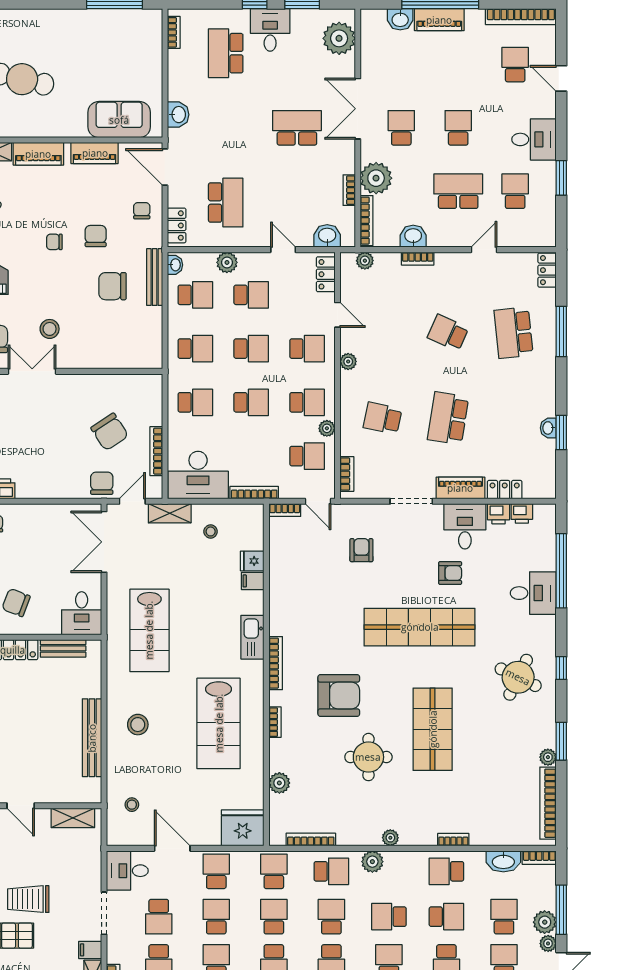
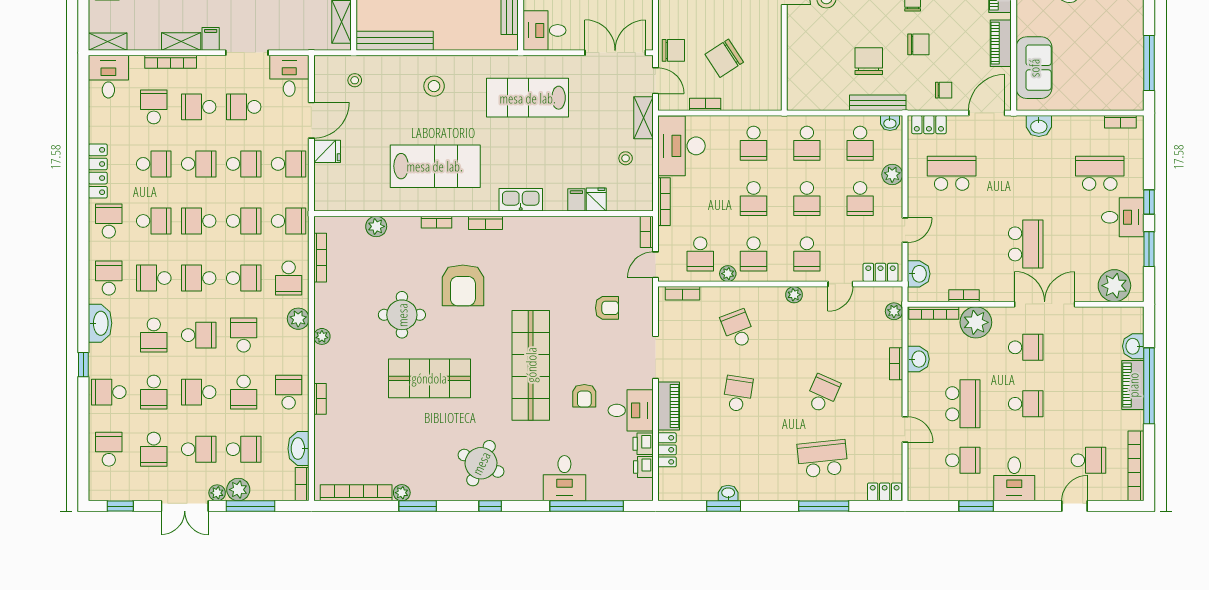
school desk: (226, 203) -> (952, 173), turned 180
school desk: (383, 418) -> (738, 329), turned -33
school desk: (448, 418) -> (738, 394), width x0.54
bookcase: (156, 451) -> (705, 104), width x0.64
bookcase: (276, 663) -> (486, 223), width x0.64
lab bench: (219, 723) -> (435, 166), turned 180
bench: (92, 738) -> (395, 41), moved
fridge: (243, 828) -> (327, 151), moved, width x0.53, depth x0.75

